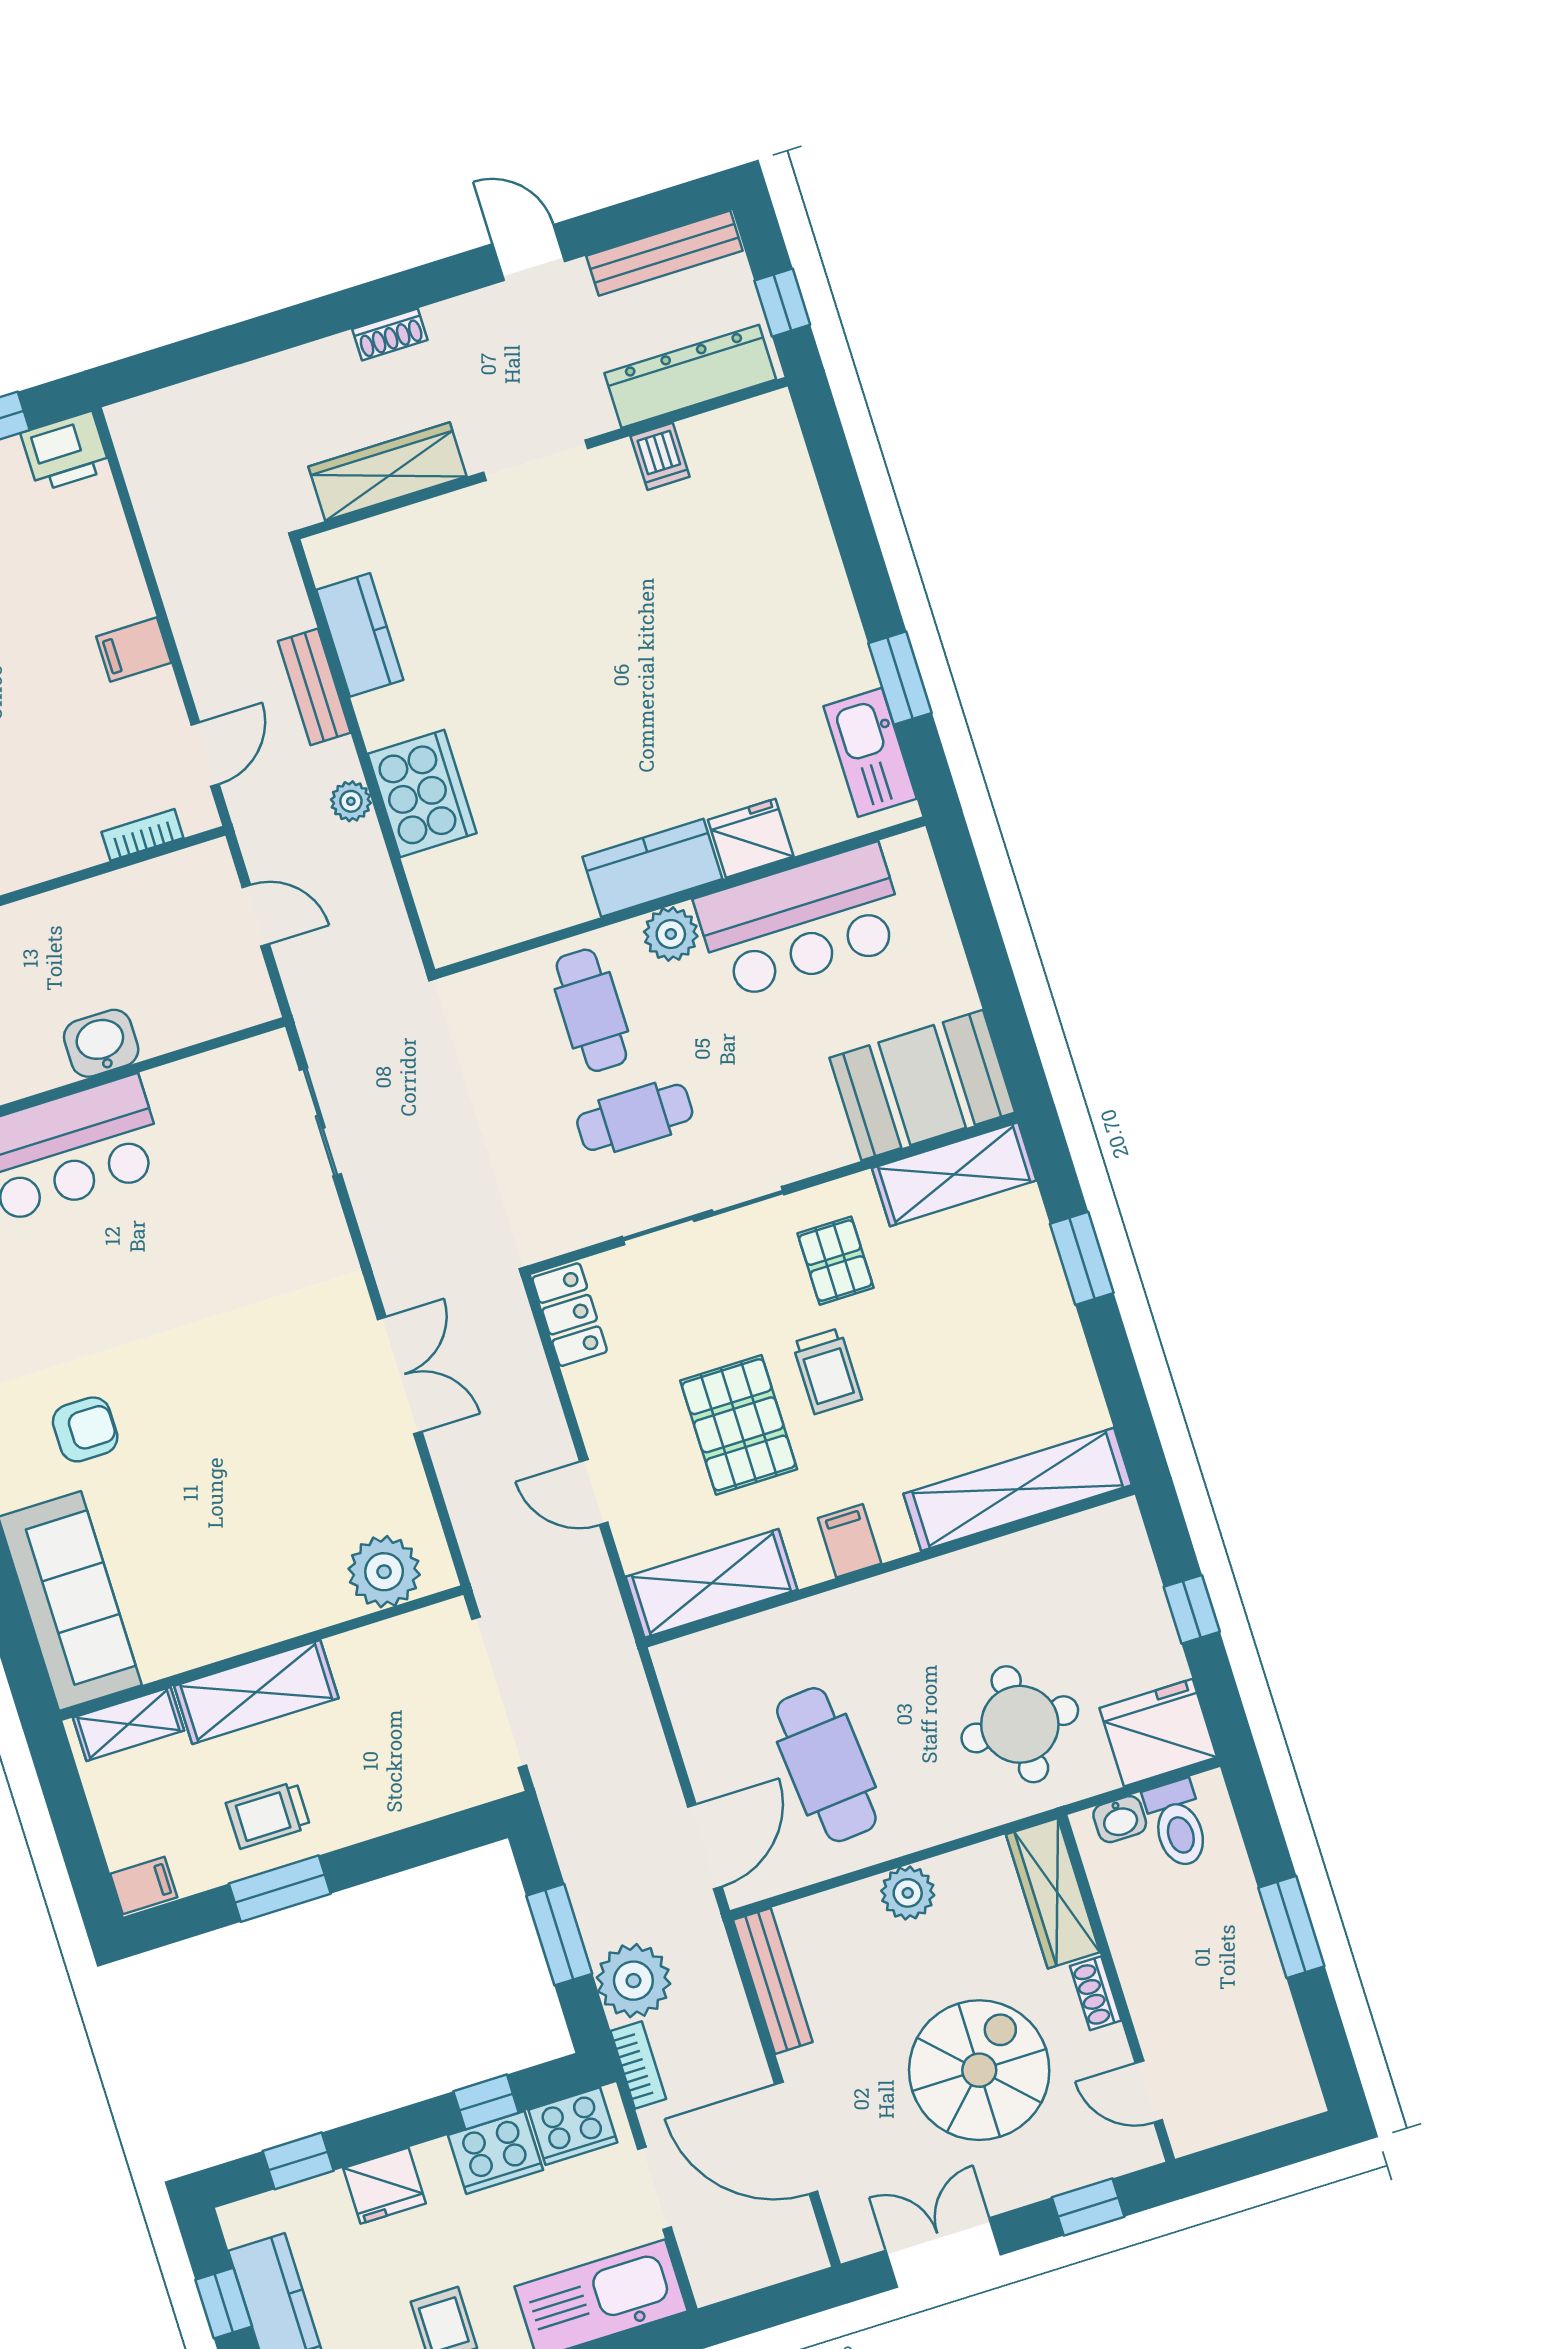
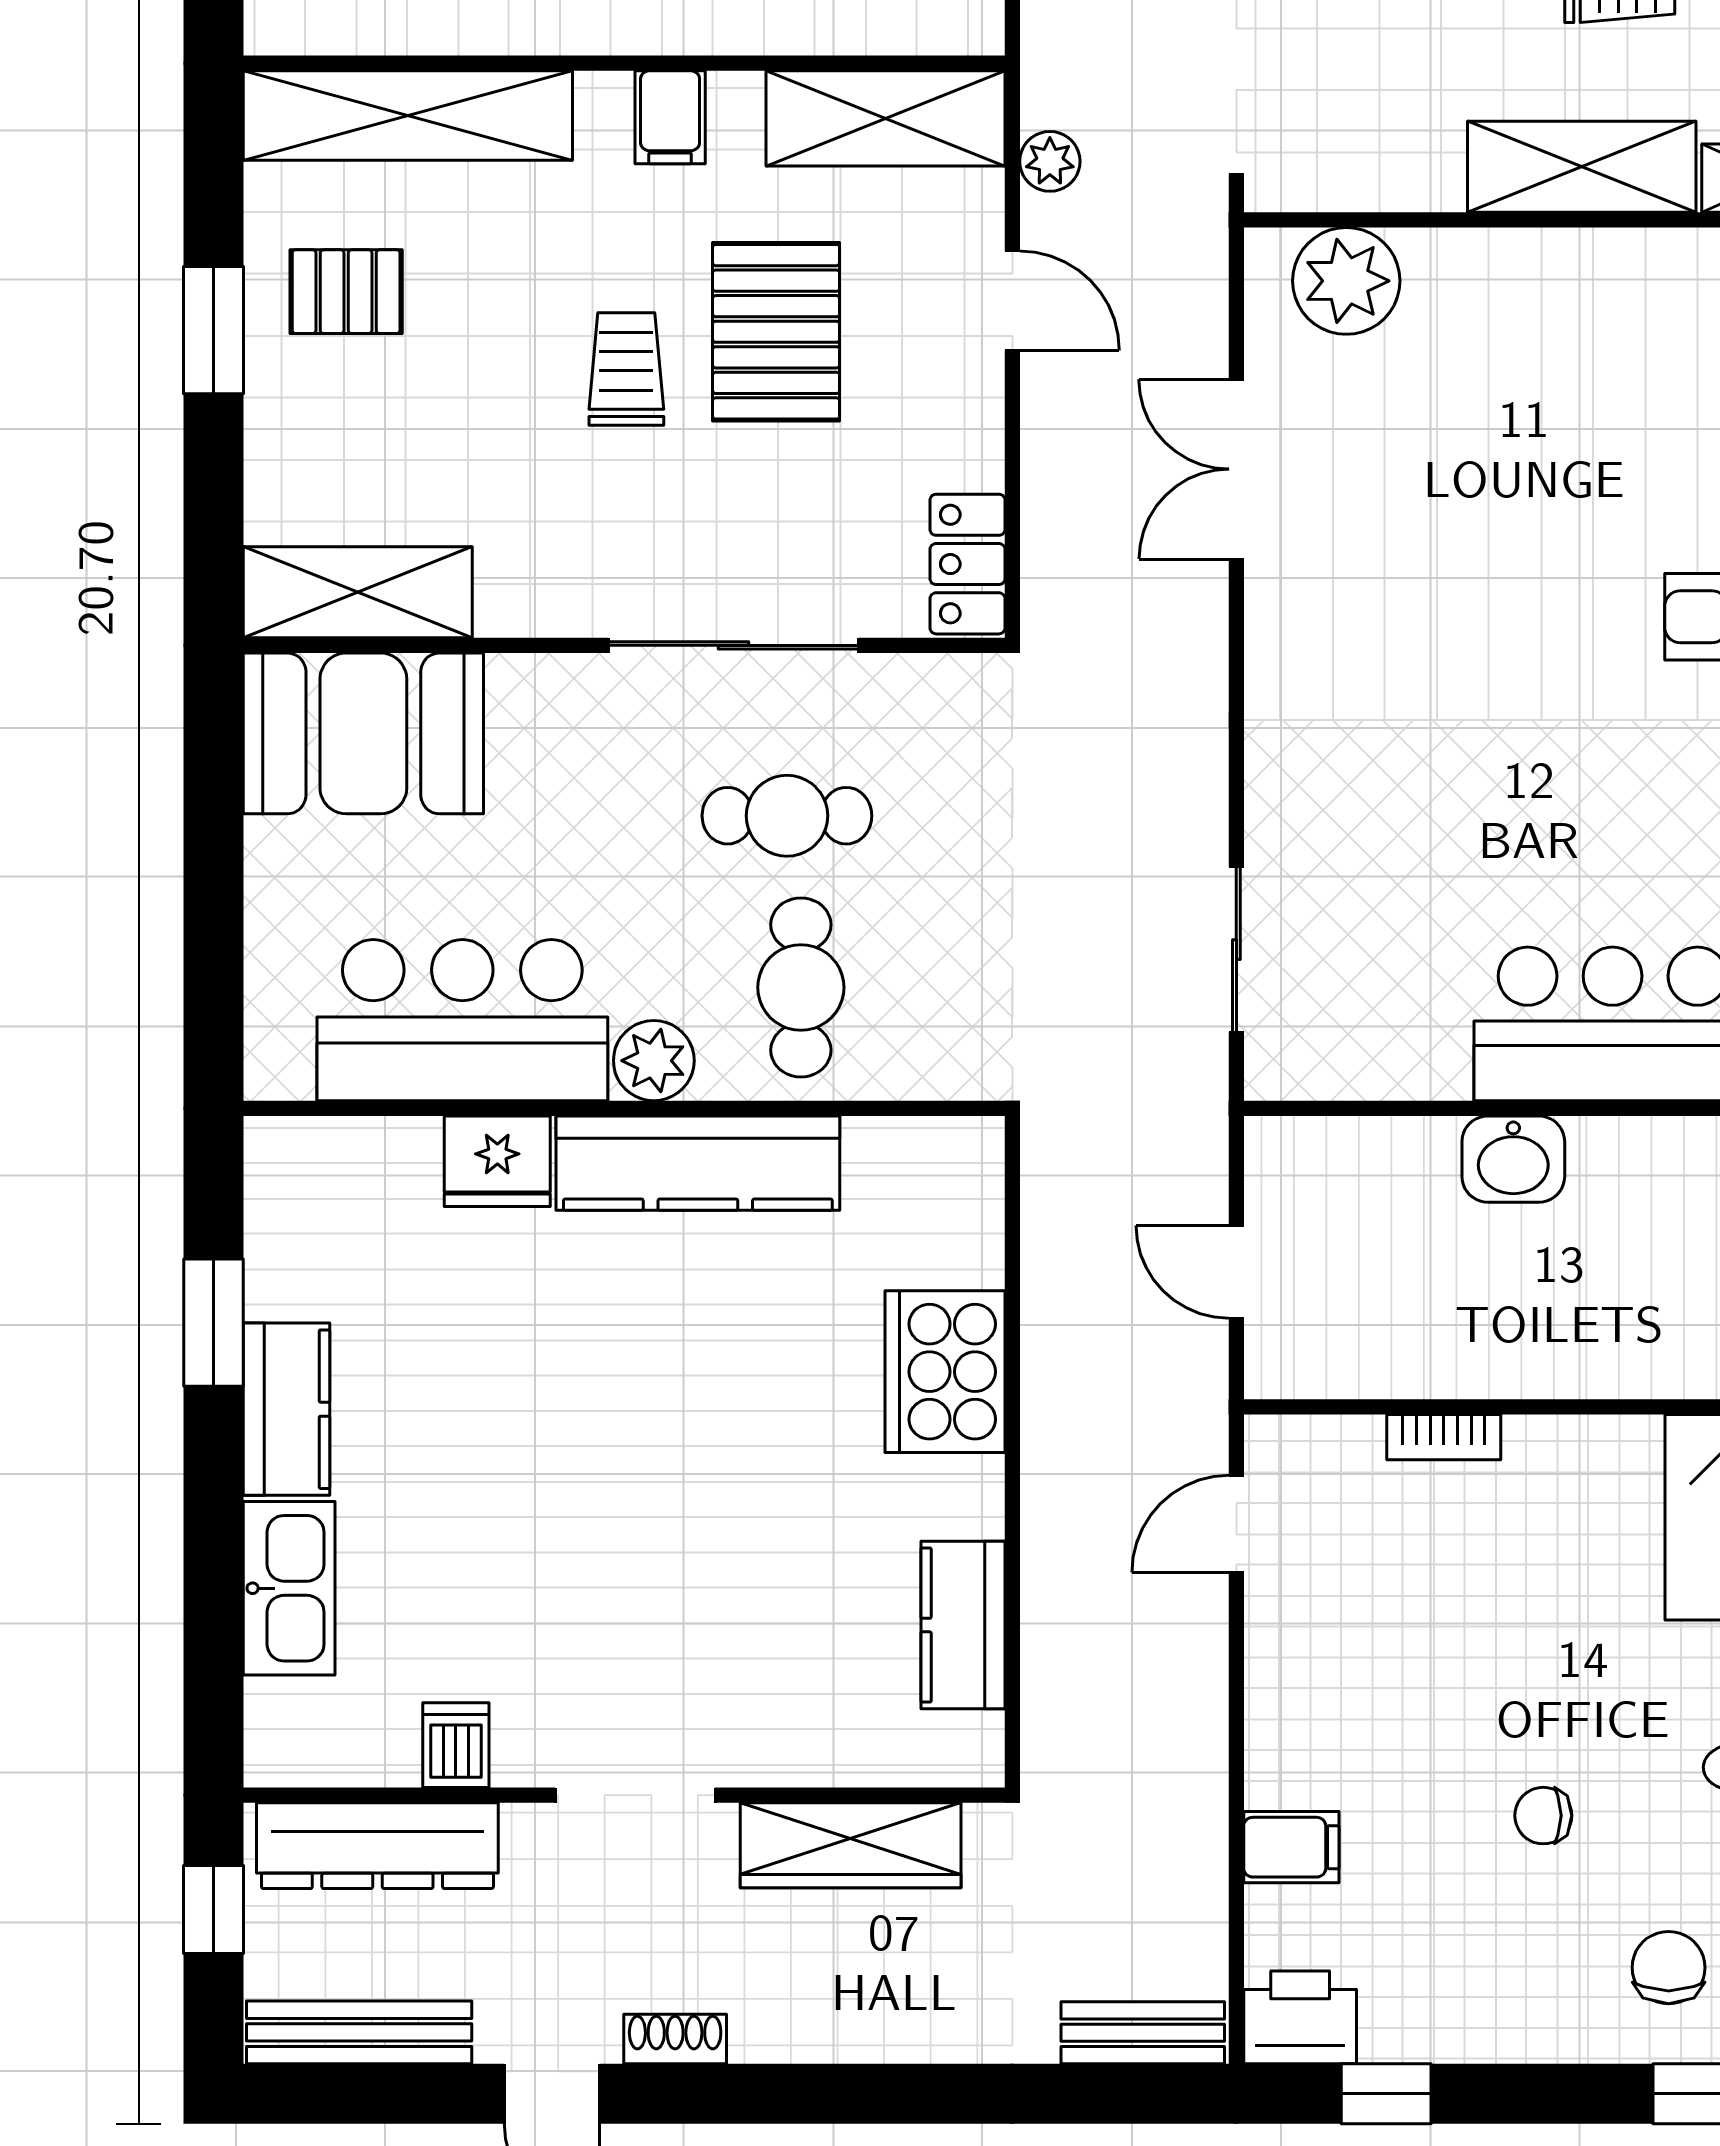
shoe rack: (390, 335) -> (675, 2039), moved
kitchen counter: (836, 637) -> (287, 1409), added
filing cabinet: (134, 650) -> (1291, 1847), moved
bench: (314, 687) -> (1143, 2033), moved, turned 90
kitchen sink: (870, 752) -> (289, 1588), moved
plant: (351, 801) -> (1050, 161), moved
bookcase: (142, 835) -> (1444, 1437), moved
kitchen counter: (652, 868) -> (698, 1163), width x1.50
window: (1082, 1258) -> (214, 330), moved
pallet: (835, 1261) -> (346, 292), moved, turned 90
double door: (400, 1375) -> (1236, 469), moved

